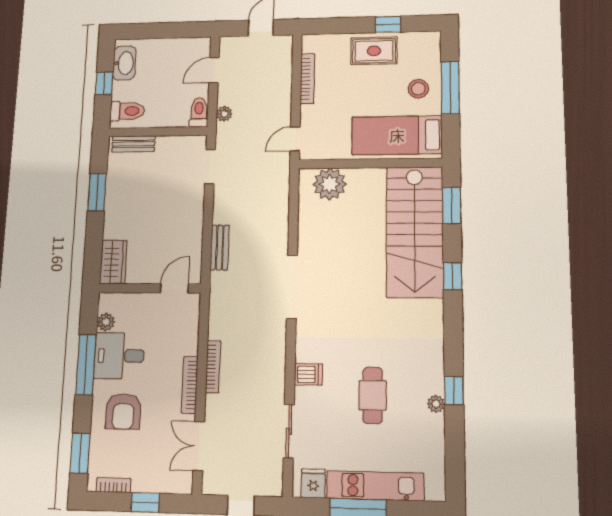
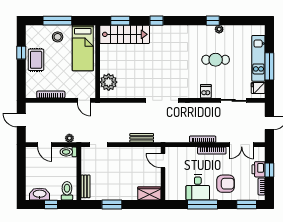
stairs: (415, 232) -> (125, 34), width x0.73, depth x0.66
plant: (106, 322) -> (181, 195), removed
printer: (148, 480) -> (259, 169), added

